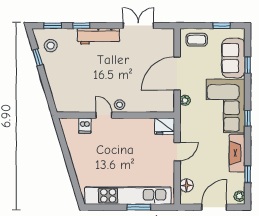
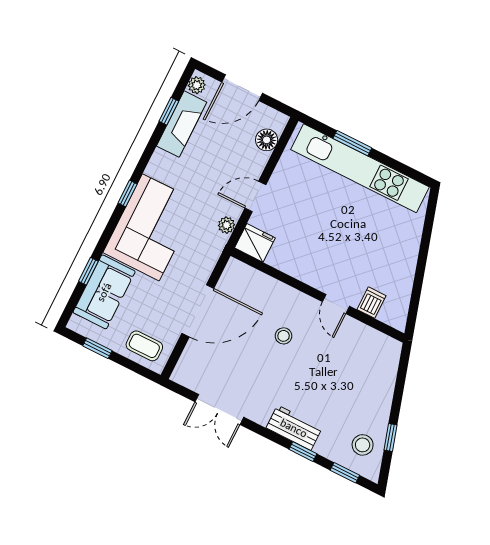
workbench: (98, 36) -> (294, 428), width x0.73
plant: (185, 100) -> (227, 225), moved
stool: (120, 105) -> (284, 336), moved
fireplace: (237, 153) -> (182, 124), moved

